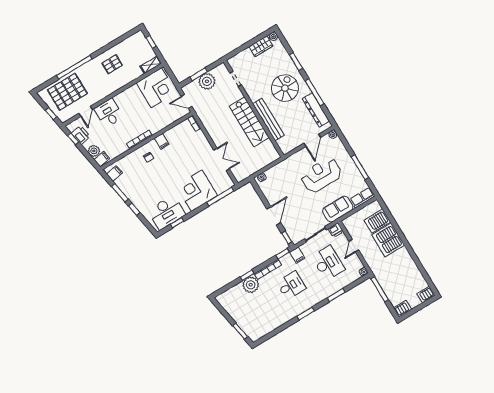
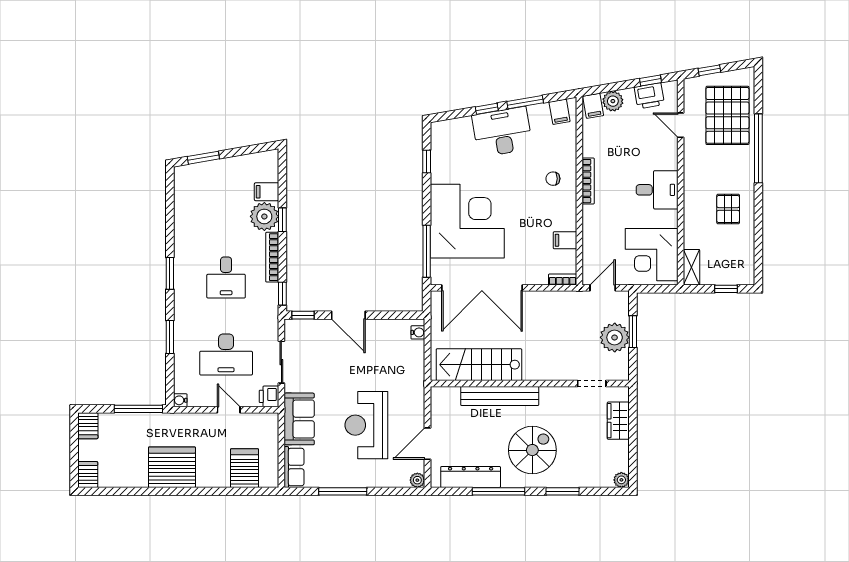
wardrobe: (261, 46) -> (618, 421), moved
spiral stairs: (285, 88) -> (532, 450), turned -90
desk: (109, 113) -> (657, 190), moved
stairs: (249, 122) -> (479, 365), moved
door: (312, 140) -> (428, 444), hinge flipped
filing cabinet: (162, 141) -> (565, 240), moved
double door: (222, 159) -> (482, 288), width x1.87
reception desk: (321, 175) -> (366, 425), turned 180
corner desk: (197, 191) -> (467, 221), width x1.36, depth x1.36
desk: (167, 212) -> (502, 132), moved, turned 80
server rack: (388, 240) -> (172, 467), moved
filing cabinet: (297, 255) -> (267, 192), moved

